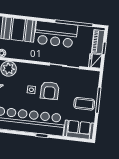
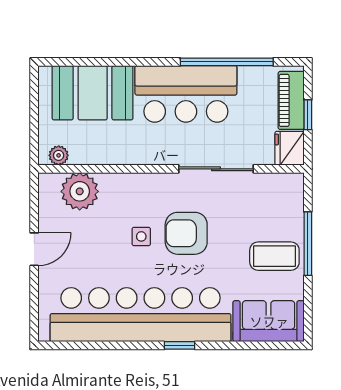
armchair: (50, 90) -> (186, 233), turned 90

